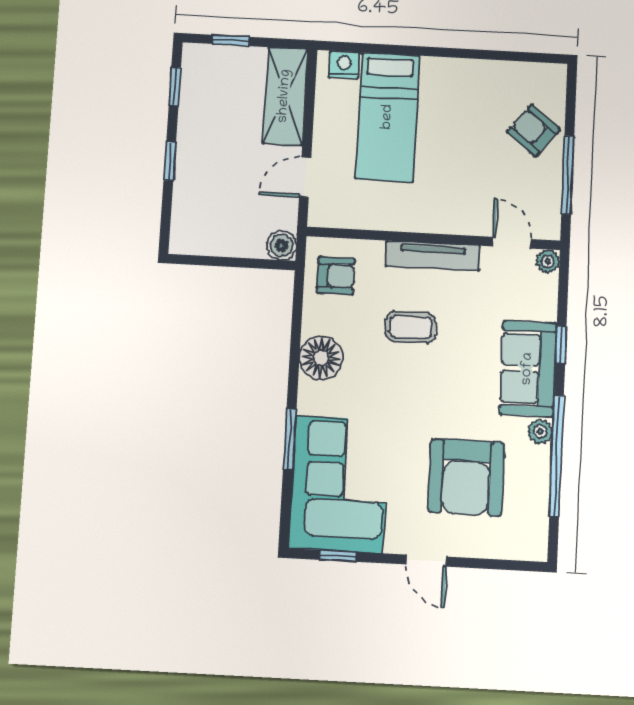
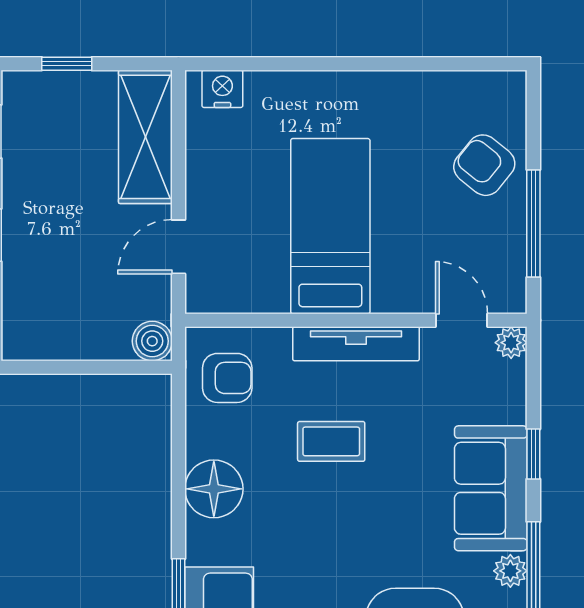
bed: (388, 117) -> (330, 226), moved, turned 180

